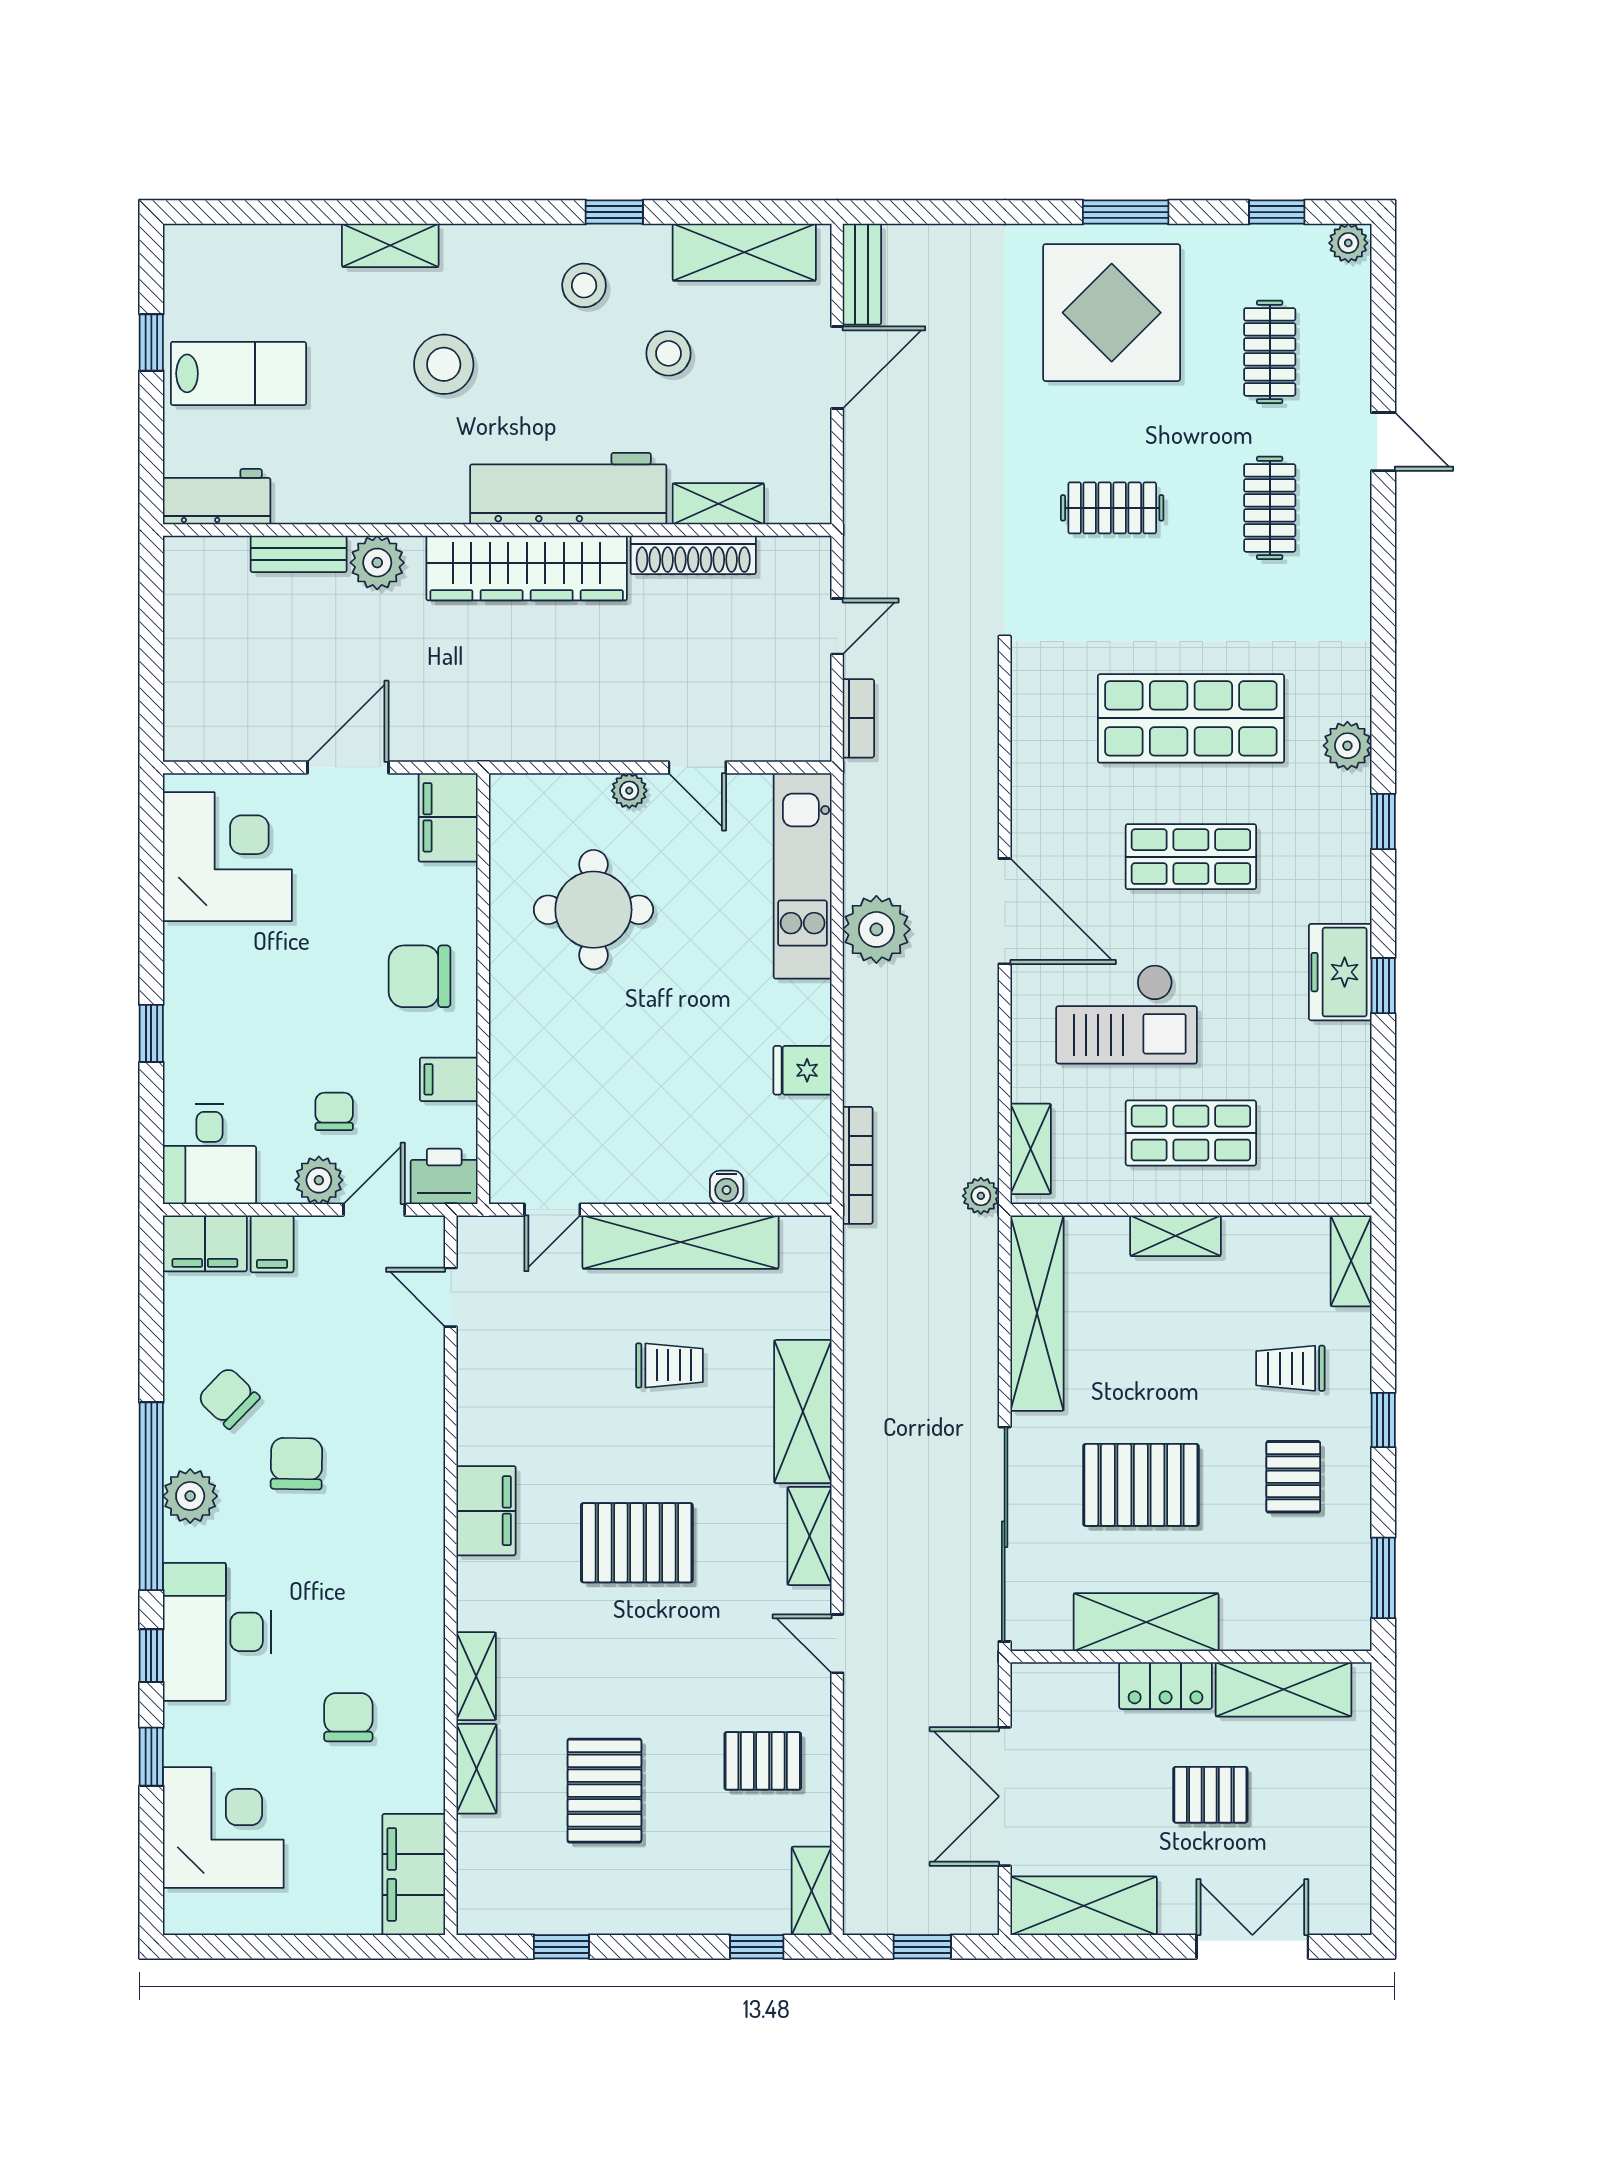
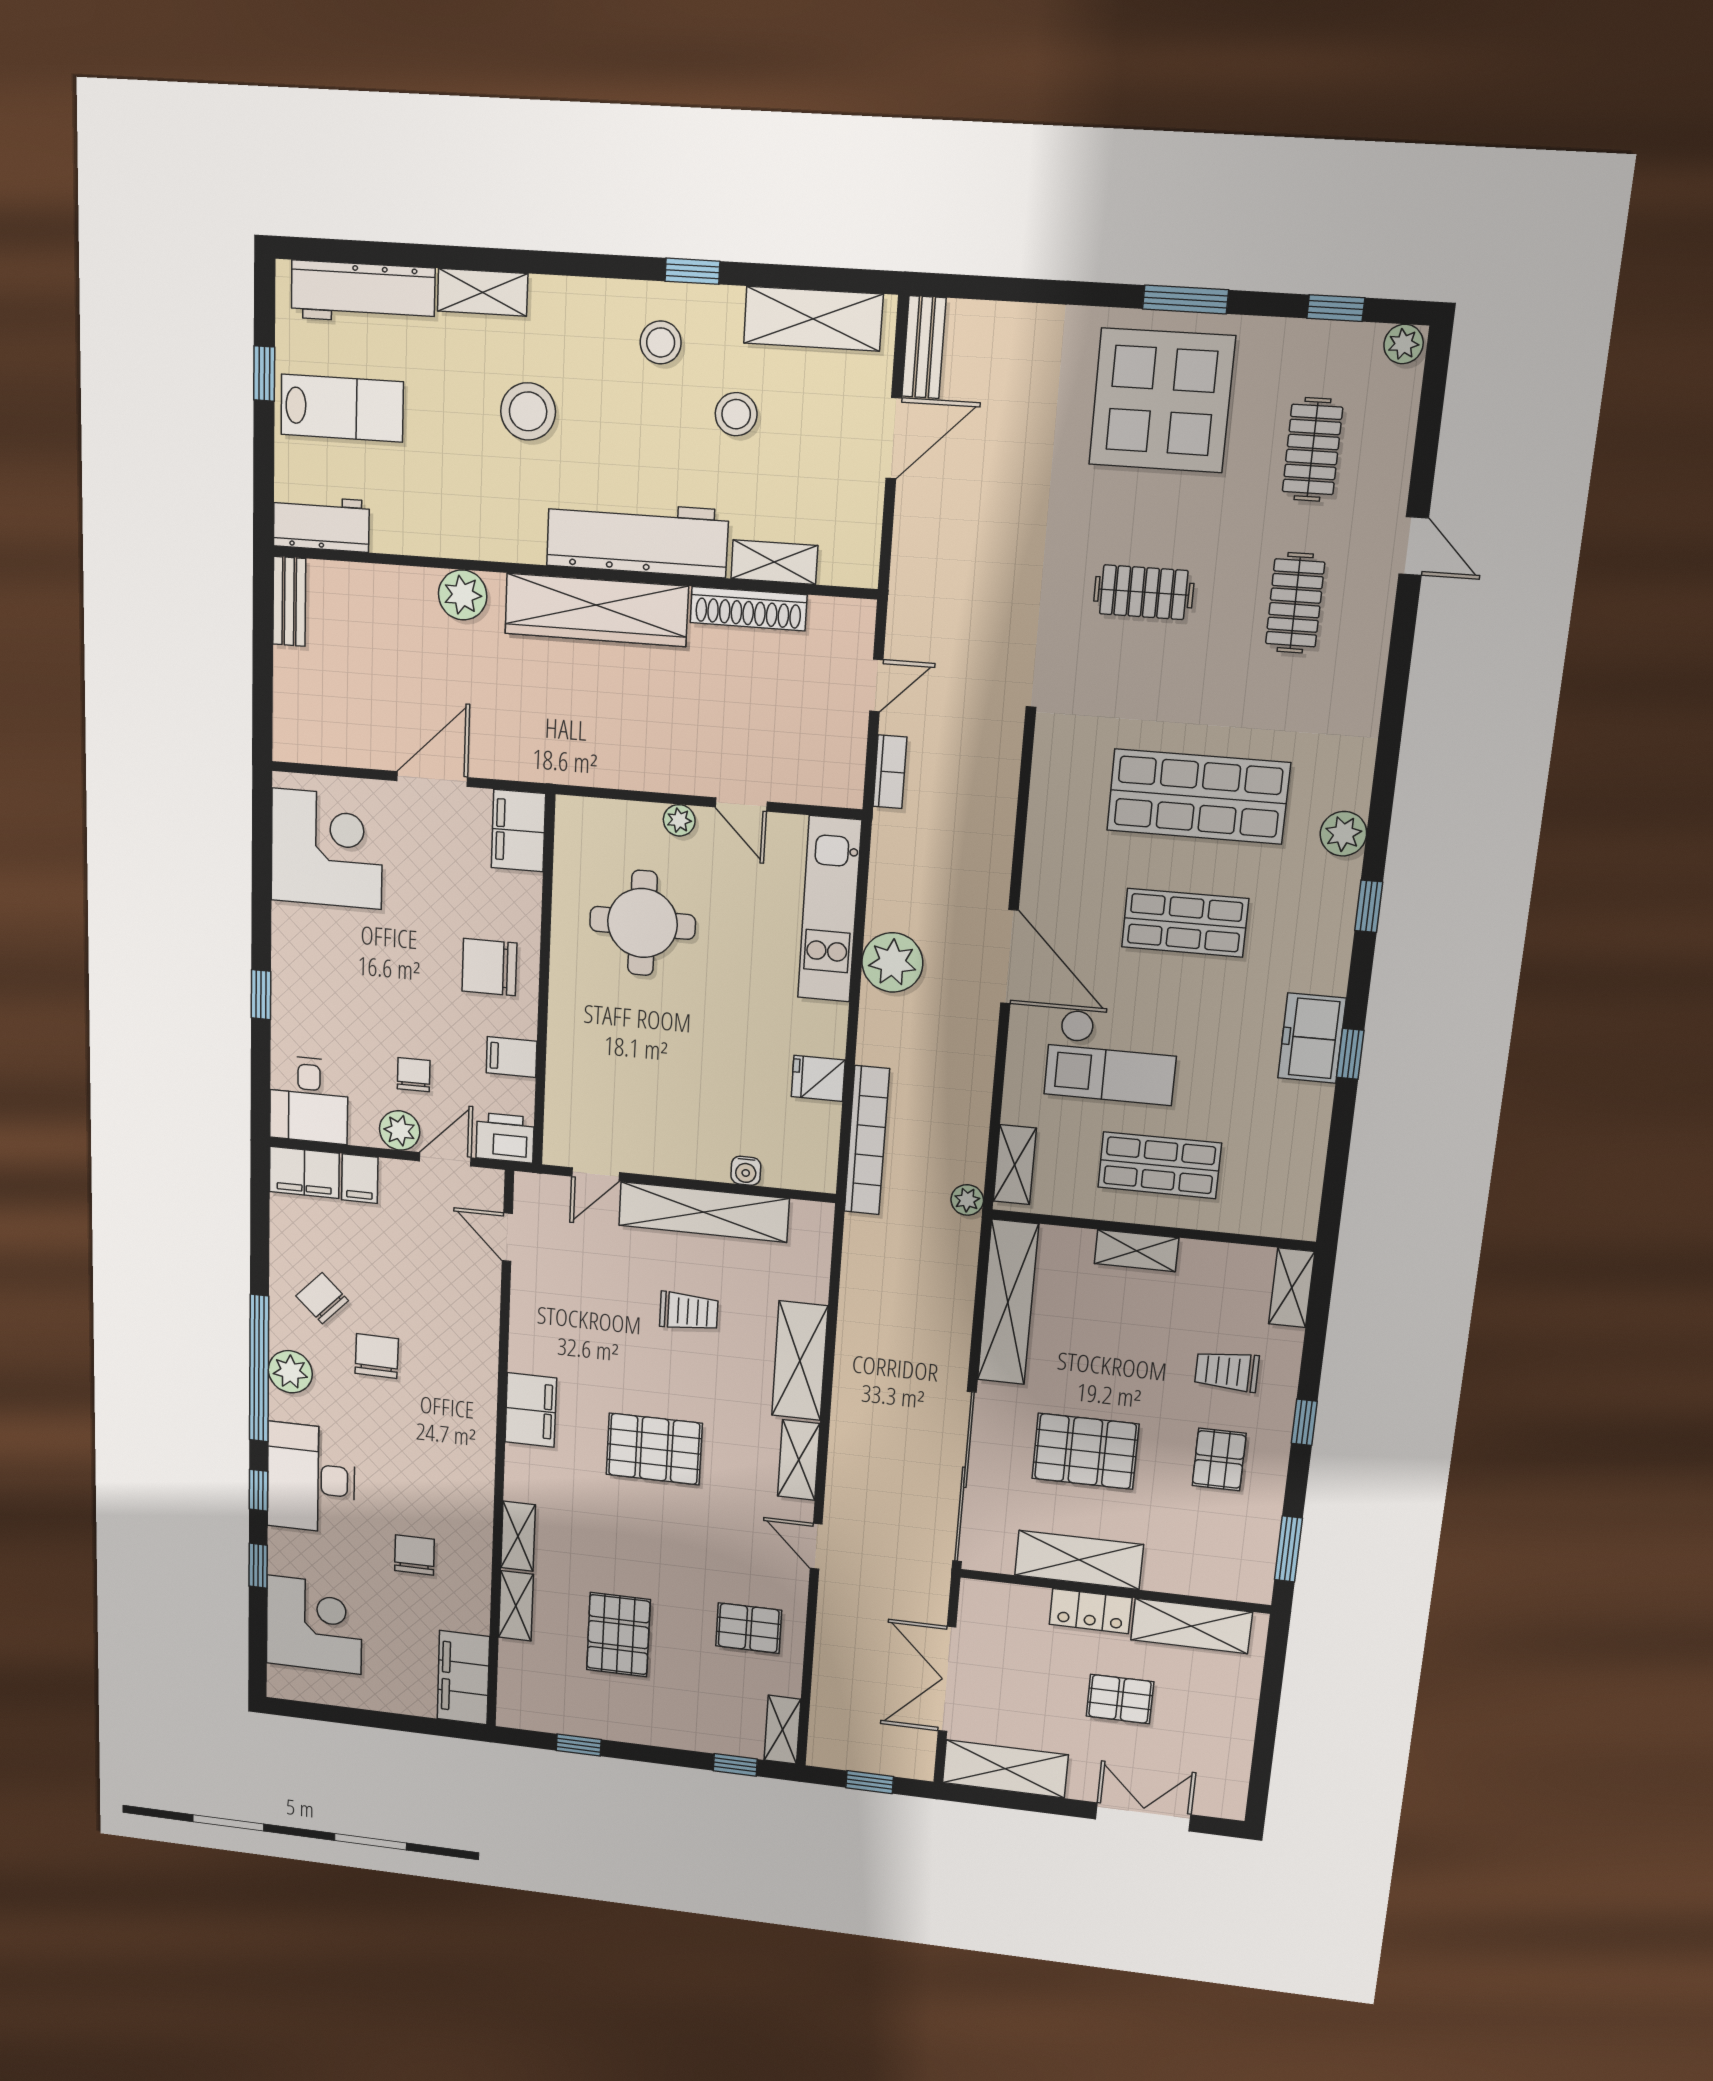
workbench: (260, 253) -> (363, 293), added
bench: (299, 554) -> (289, 601), moved, turned 90
bookcase: (858, 1165) -> (867, 1140), width x1.48, depth x1.31

